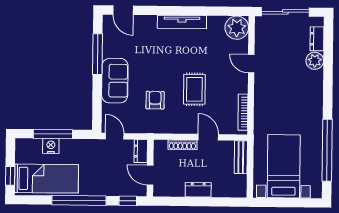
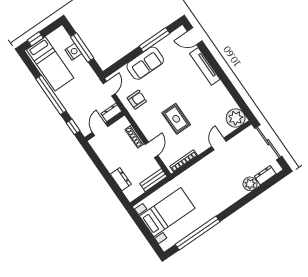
door: (123, 10) -> (195, 36), hinge flipped
tv unit: (182, 22) -> (205, 66), moved
rug: (194, 89) -> (176, 119), turned 90
armchair: (155, 100) -> (137, 100), moved
dresser: (198, 190) -> (121, 179), moved

